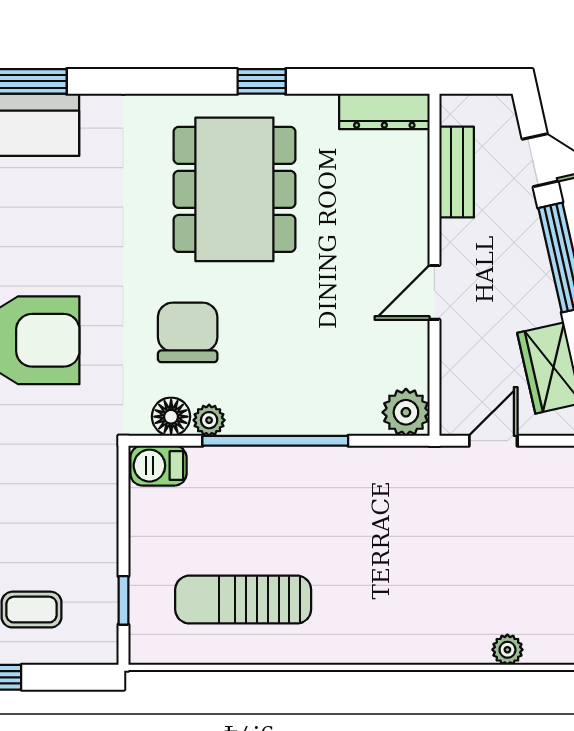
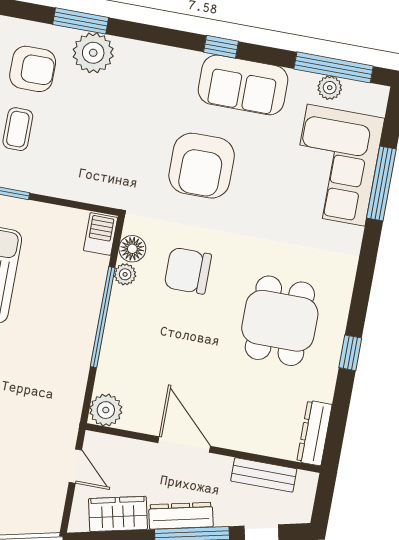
dining table: (234, 189) -> (280, 321), width x0.73
dresser: (536, 279) -> (181, 516), added
door: (434, 292) -> (184, 445), width x1.38
chair: (188, 332) -> (188, 271), turned 180

